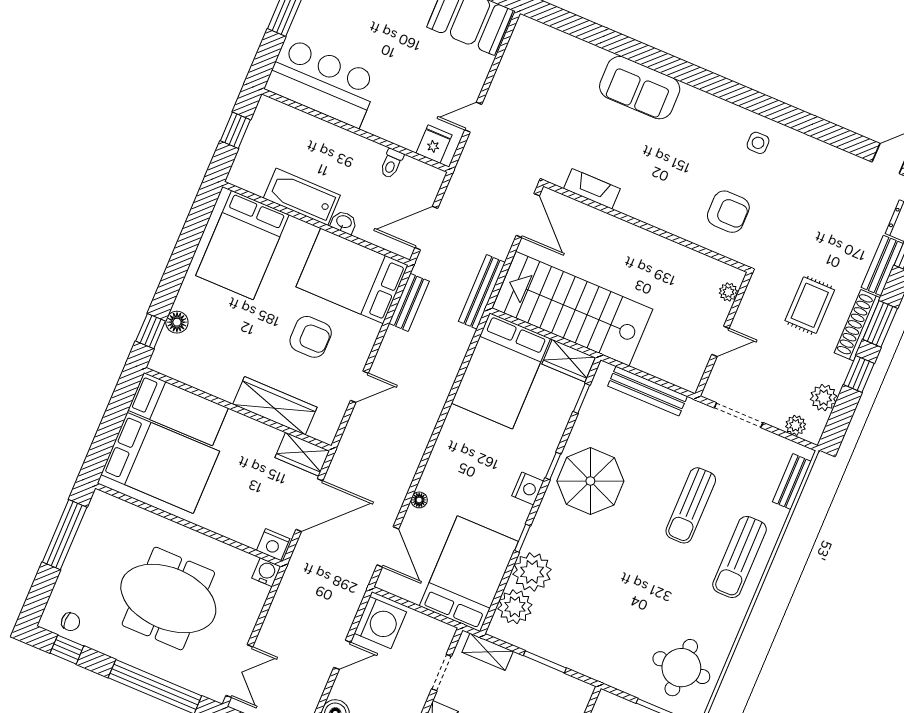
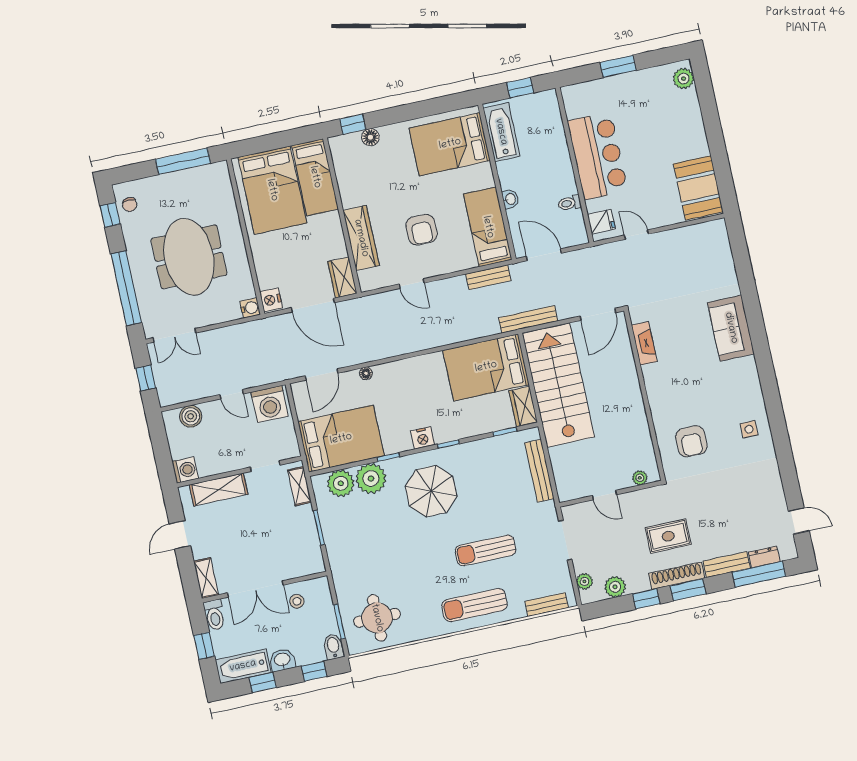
bar counter: (322, 83) -> (598, 156), moved
bathtub: (302, 197) -> (501, 132), moved
bed: (352, 276) -> (488, 227), width x0.67
parasol: (590, 481) -> (431, 491), moved

